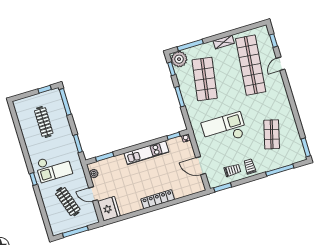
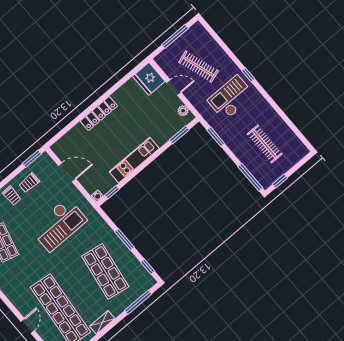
plant: (179, 59) -> (144, 281), removed

